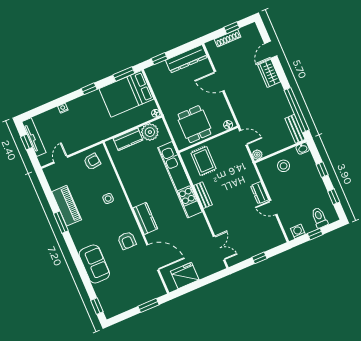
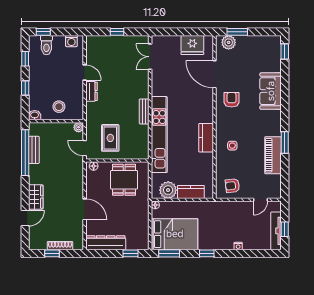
bench: (295, 129) -> (34, 150), moved
rug: (203, 161) -> (110, 138), moved
kitchen counter: (145, 218) -> (206, 138), moved
window: (315, 234) -> (43, 32), moved
plant: (152, 292) -> (229, 42), added

